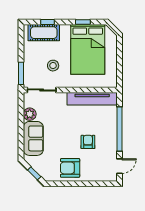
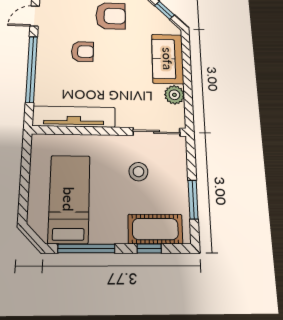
window: (83, 22) -> (86, 249), width x2.17
bed: (88, 49) -> (69, 199), width x0.67
window: (21, 73) -> (193, 199), moved
armchair: (88, 142) -> (82, 52), turned -90

